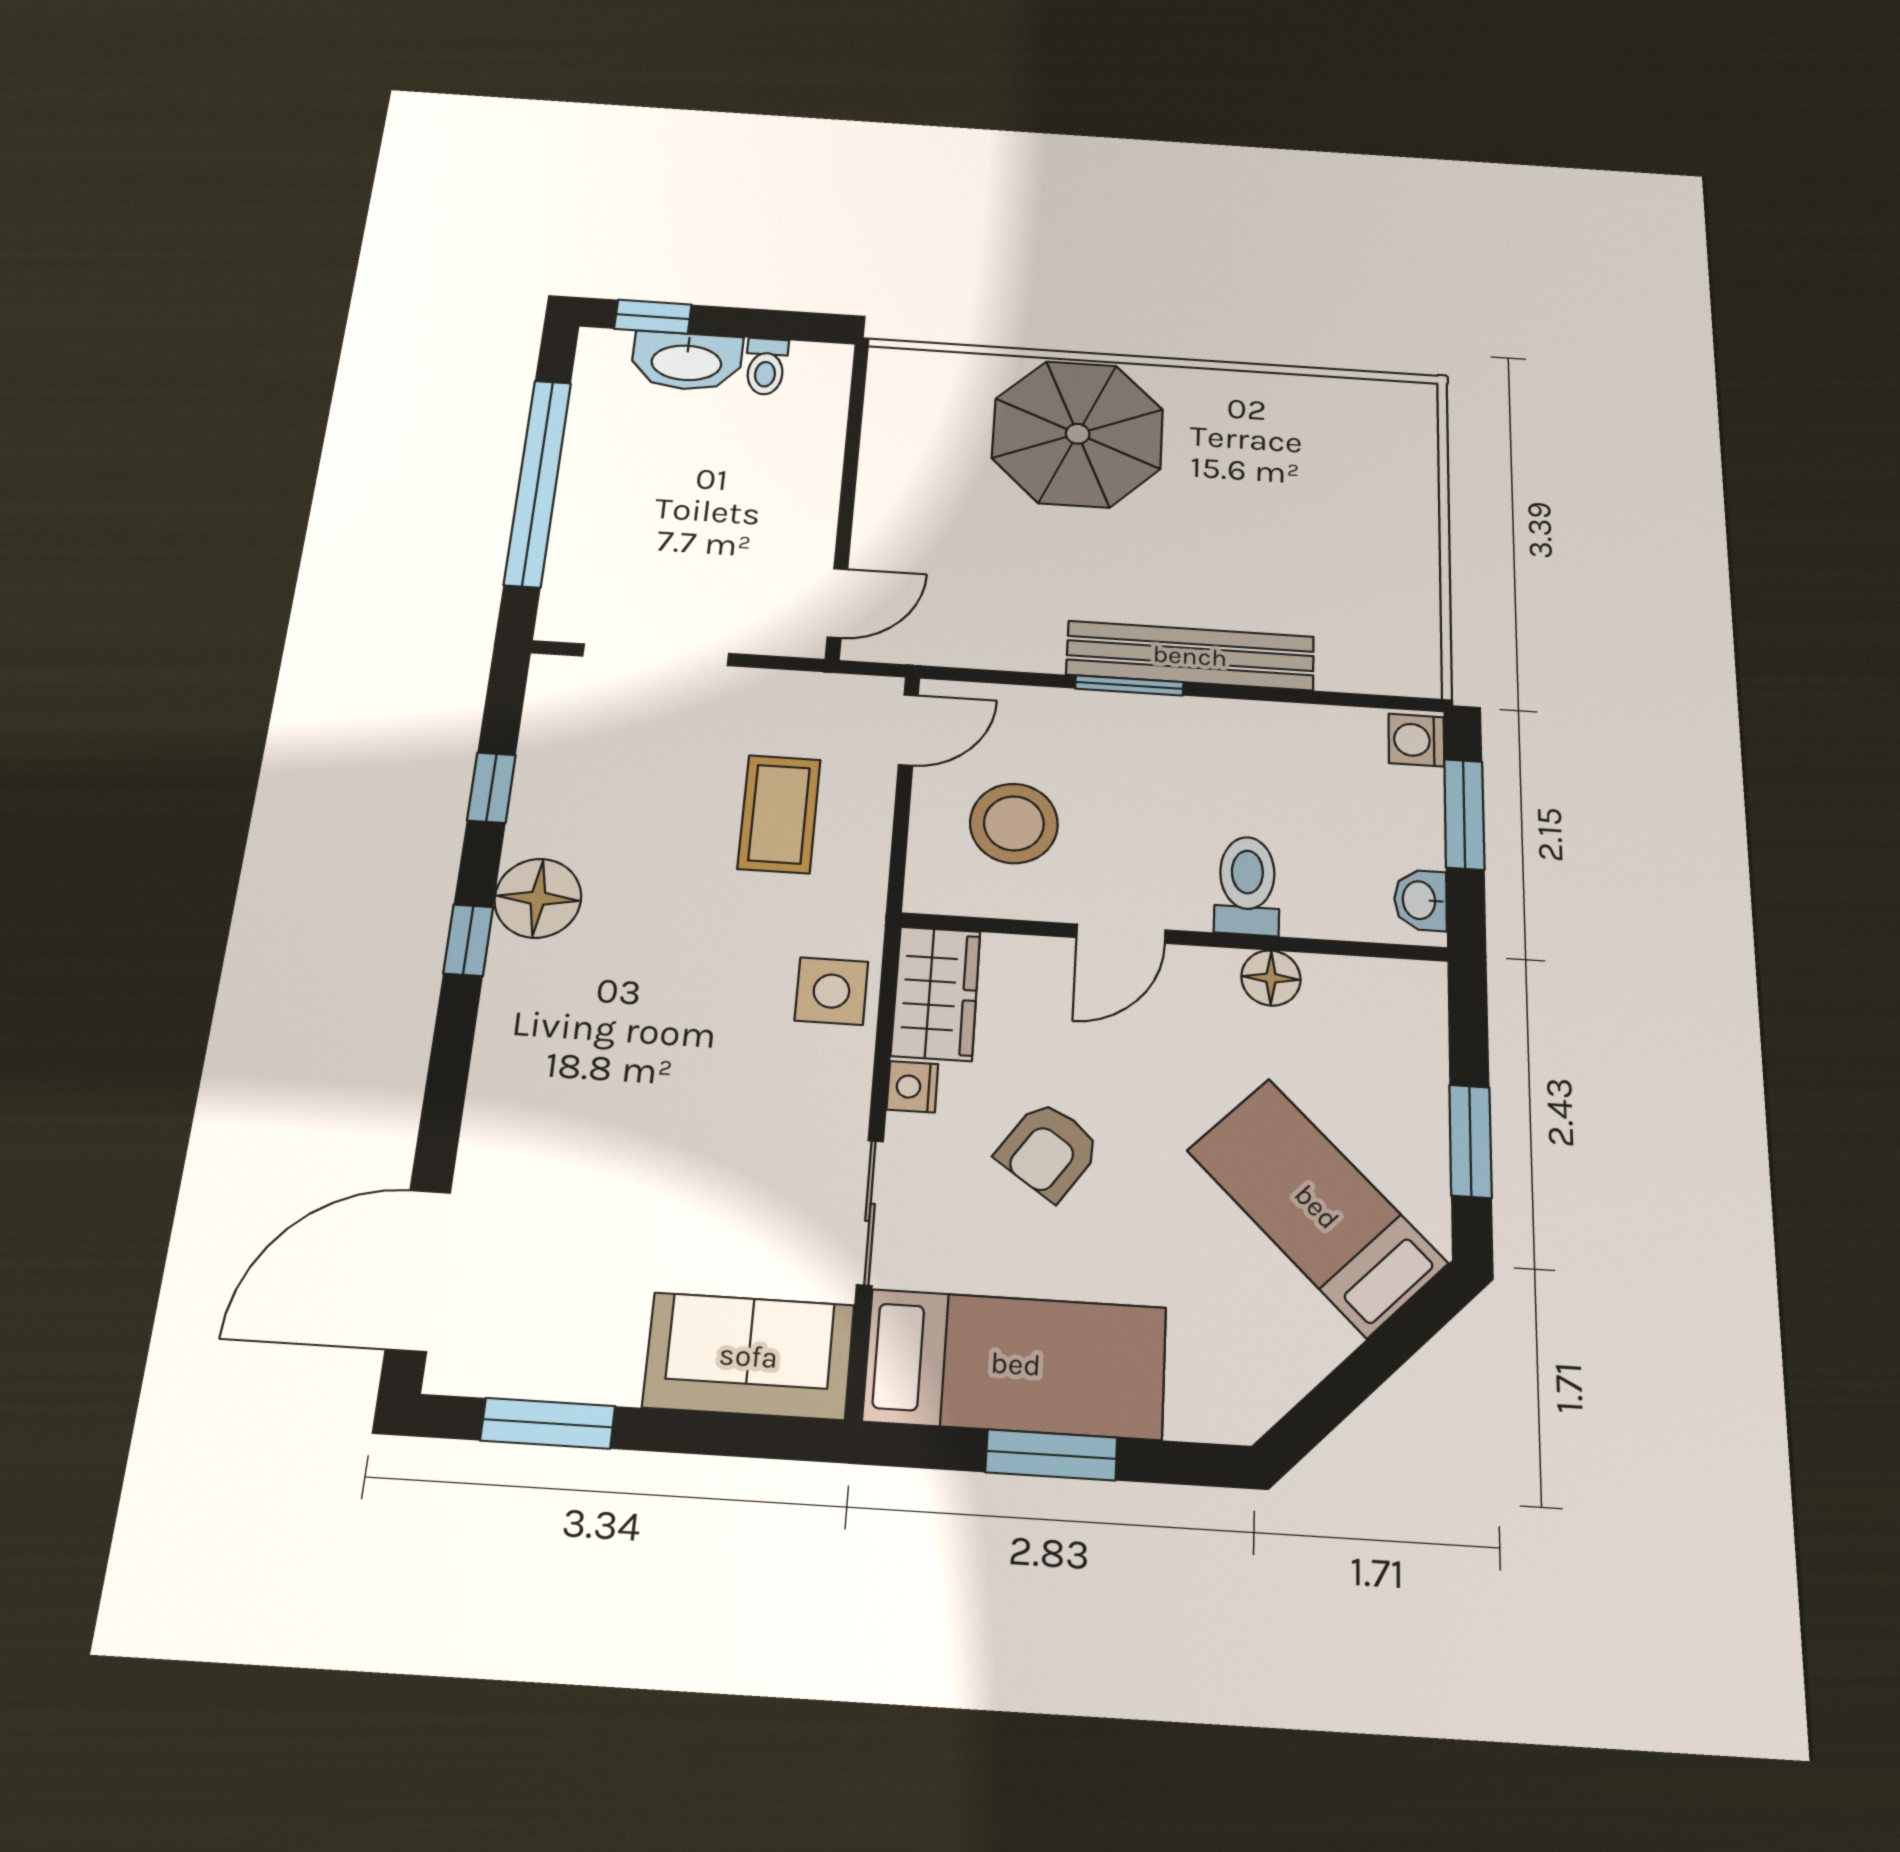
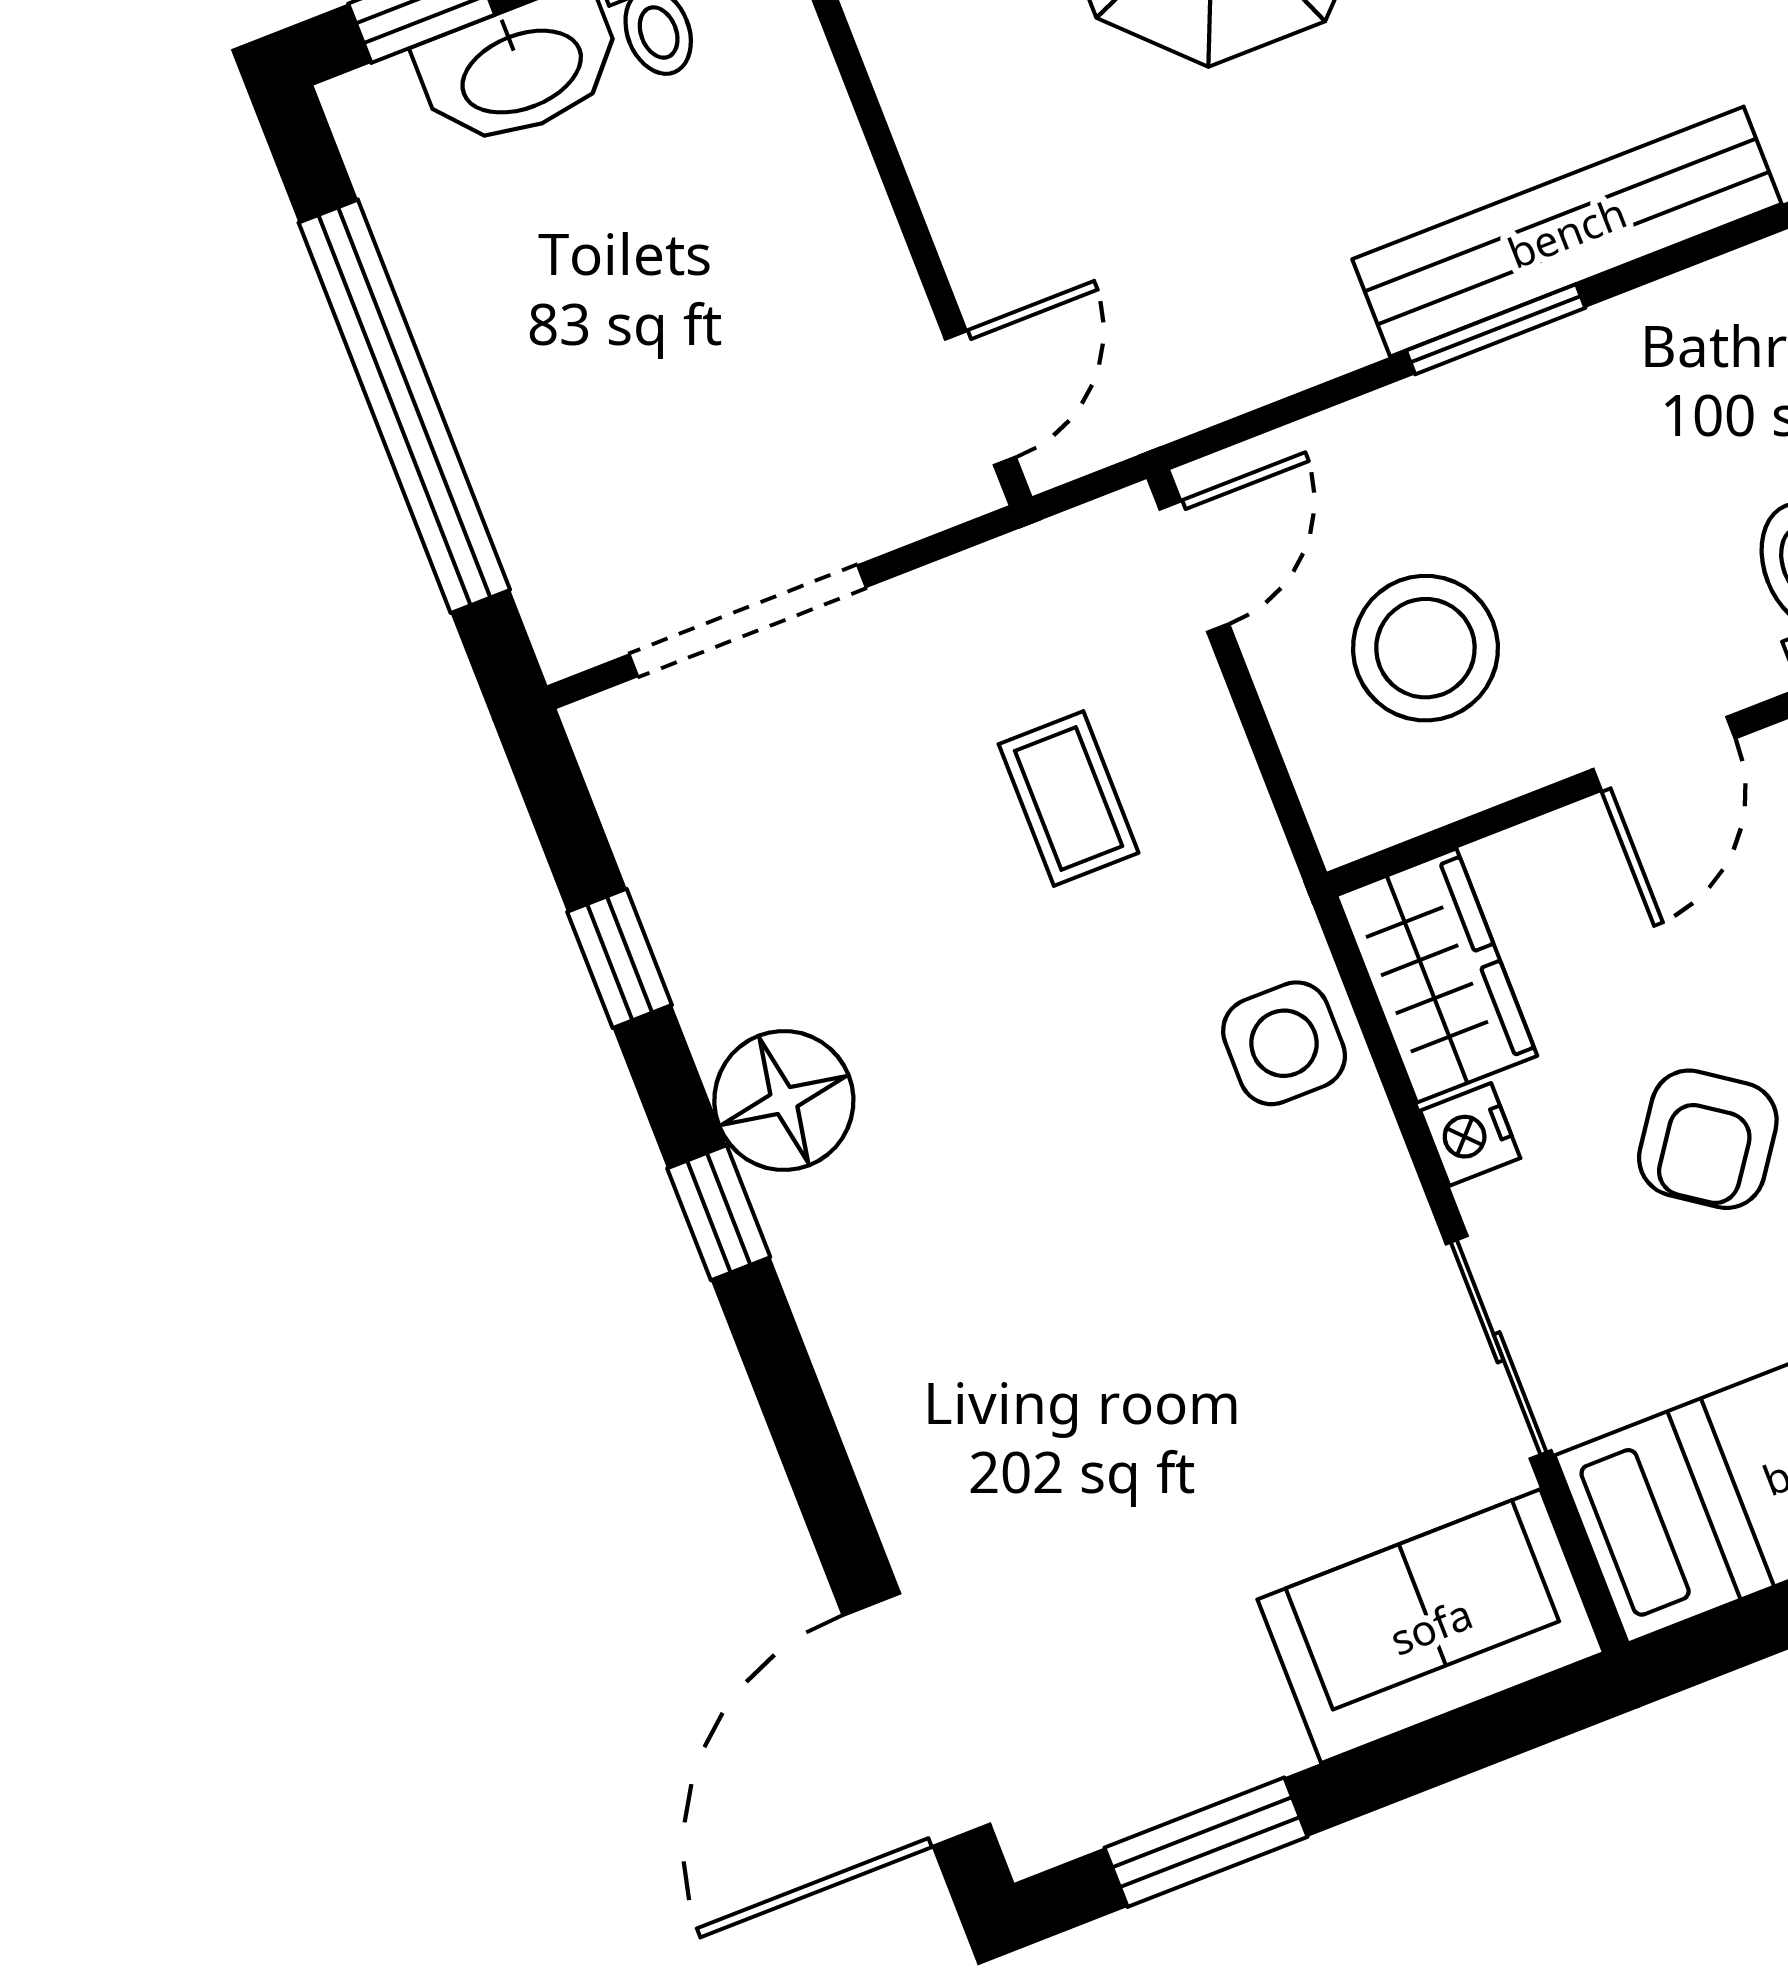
coffee table: (779, 814) -> (1069, 798), width x0.73, depth x0.77

